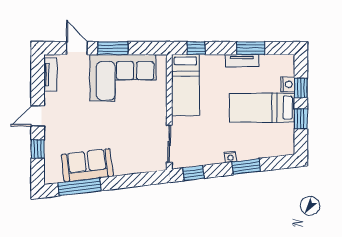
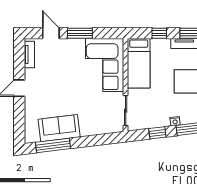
window: (196, 48) -> (159, 33), moved
corner sofa: (123, 78) -> (105, 65), moved, turned 90
window: (38, 149) -> (19, 115), removed
window: (193, 173) -> (157, 133), moved

